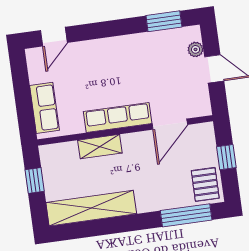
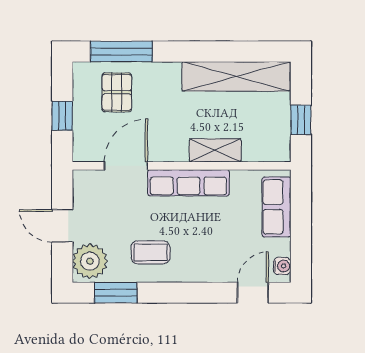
plant: (196, 49) -> (90, 261), width x1.88, depth x1.88
coffee table: (140, 57) -> (151, 252), added
water cooler: (33, 61) -> (282, 266), added
pallet: (205, 184) -> (117, 92), moved

